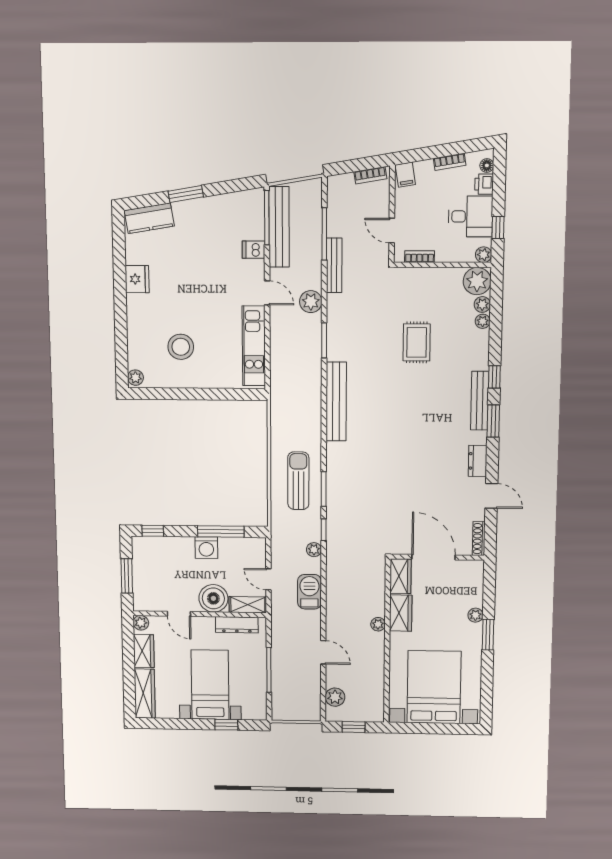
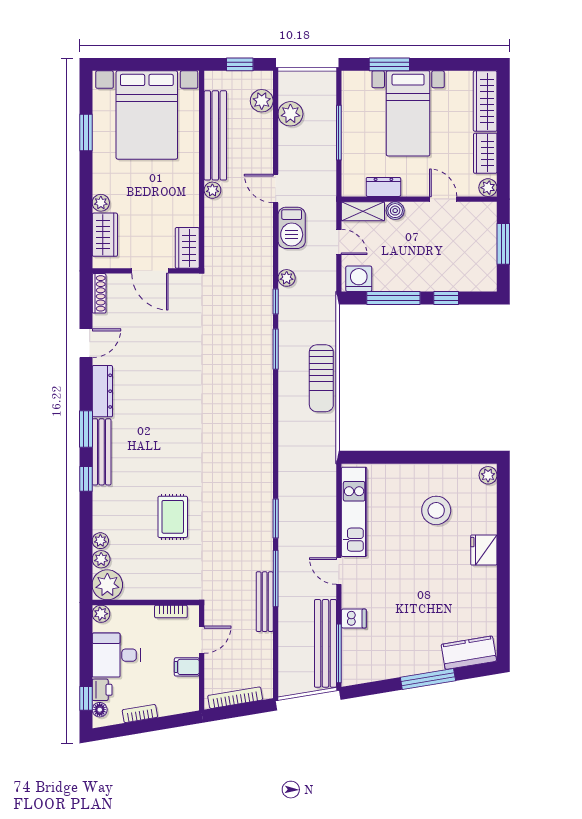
bookcase: (370, 175) -> (235, 698), width x1.56
filing cabinet: (405, 175) -> (187, 667), moved, turned -81
window: (186, 194) -> (428, 679), width x1.44
window: (498, 227) -> (86, 698), moved
door: (392, 231) -> (202, 640), hinge flipped
window: (324, 234) -> (276, 578), moved
fridge: (137, 279) -> (484, 550), moved
plant: (311, 302) -> (290, 114), moved
bench: (336, 402) -> (215, 135), moved
dresser: (478, 461) -> (102, 391), width x1.44
sun lounger: (298, 481) -> (321, 378), moved
door: (491, 496) -> (86, 343), swing flipped
window: (153, 531) -> (446, 298), moved
washing machine: (206, 548) -> (359, 279), moved
door: (434, 557) -> (150, 271), width x0.73
boiler: (213, 598) -> (395, 211), width x0.54, depth x0.54
wardrobe: (401, 613) -> (105, 235), moved, turned 180
dresser: (237, 625) -> (383, 187), width x0.70
window: (488, 635) -> (86, 132), moved
door: (323, 652) -> (276, 188), moved
window: (226, 725) -> (389, 64), width x1.50

